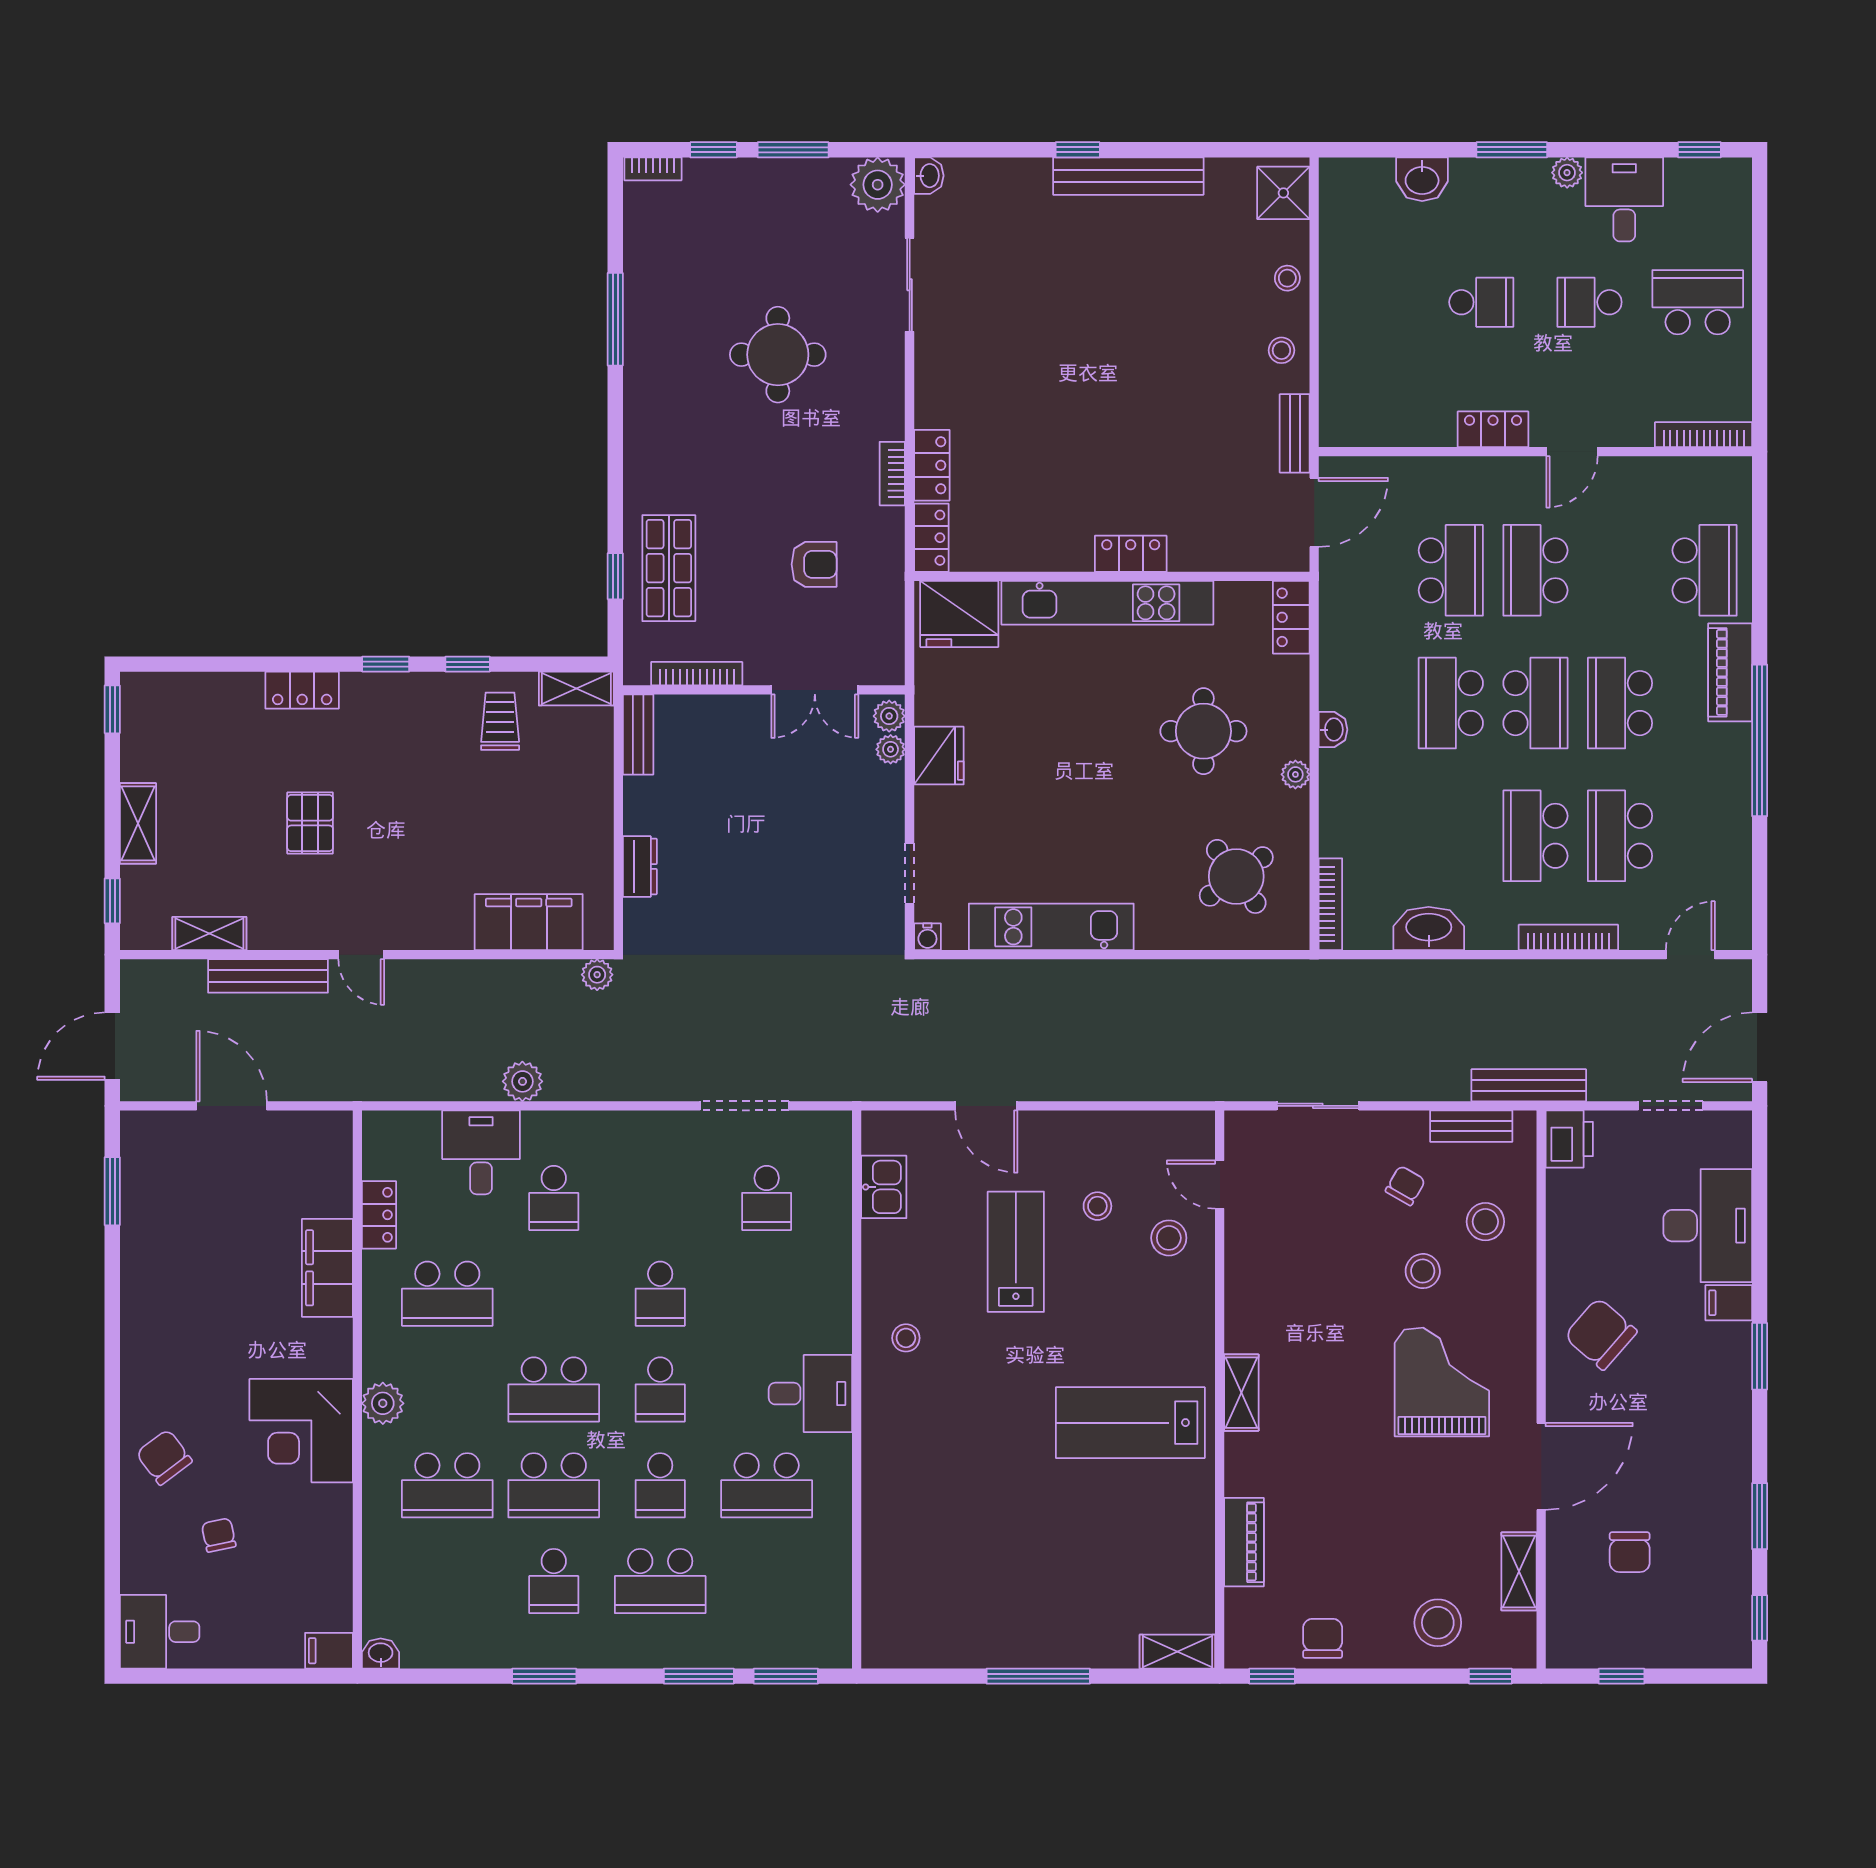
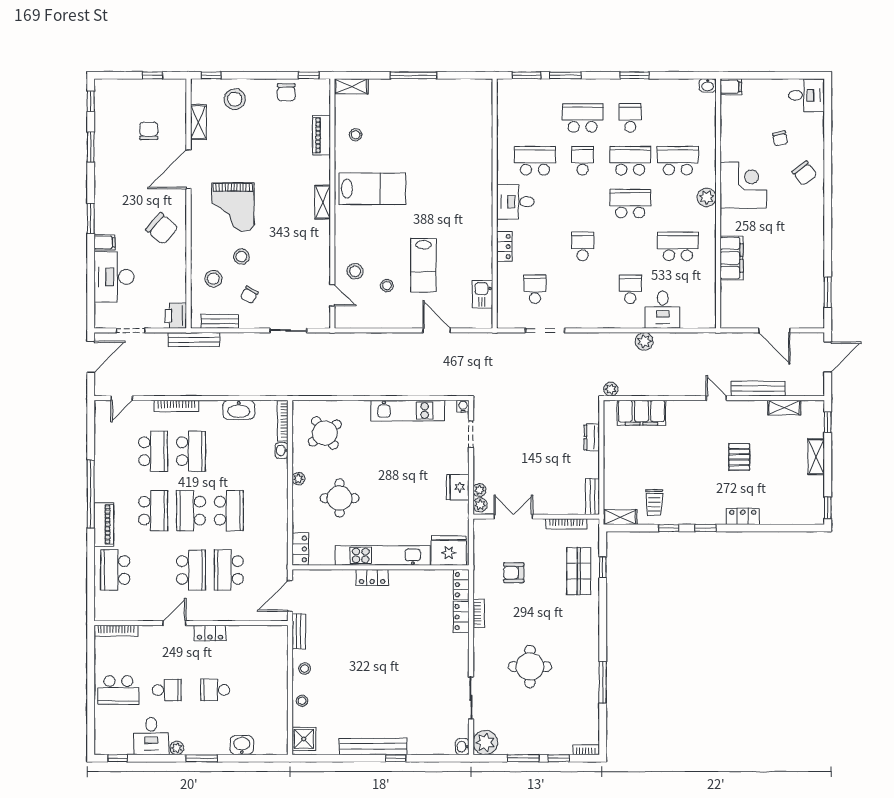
washbasin: (1333, 730) -> (282, 450), moved
locker: (379, 1215) -> (504, 247), moved, turned 180
stool: (906, 1338) -> (356, 135), moved
school desk: (660, 1389) -> (583, 204), removed

